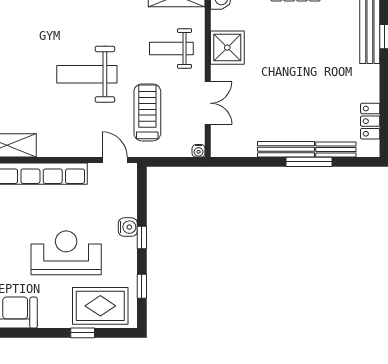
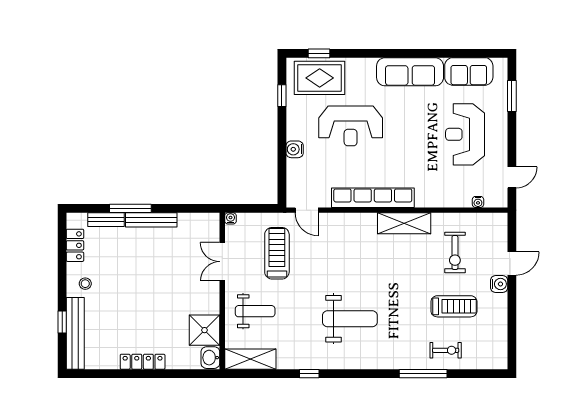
shower: (227, 48) -> (204, 330), moved
weight bench: (87, 74) -> (350, 319), moved
stool: (359, 79) -> (85, 284), added
treadmill: (147, 112) -> (277, 253), turned 180
window: (142, 238) -> (282, 140), removed
window: (83, 333) -> (319, 53), moved

